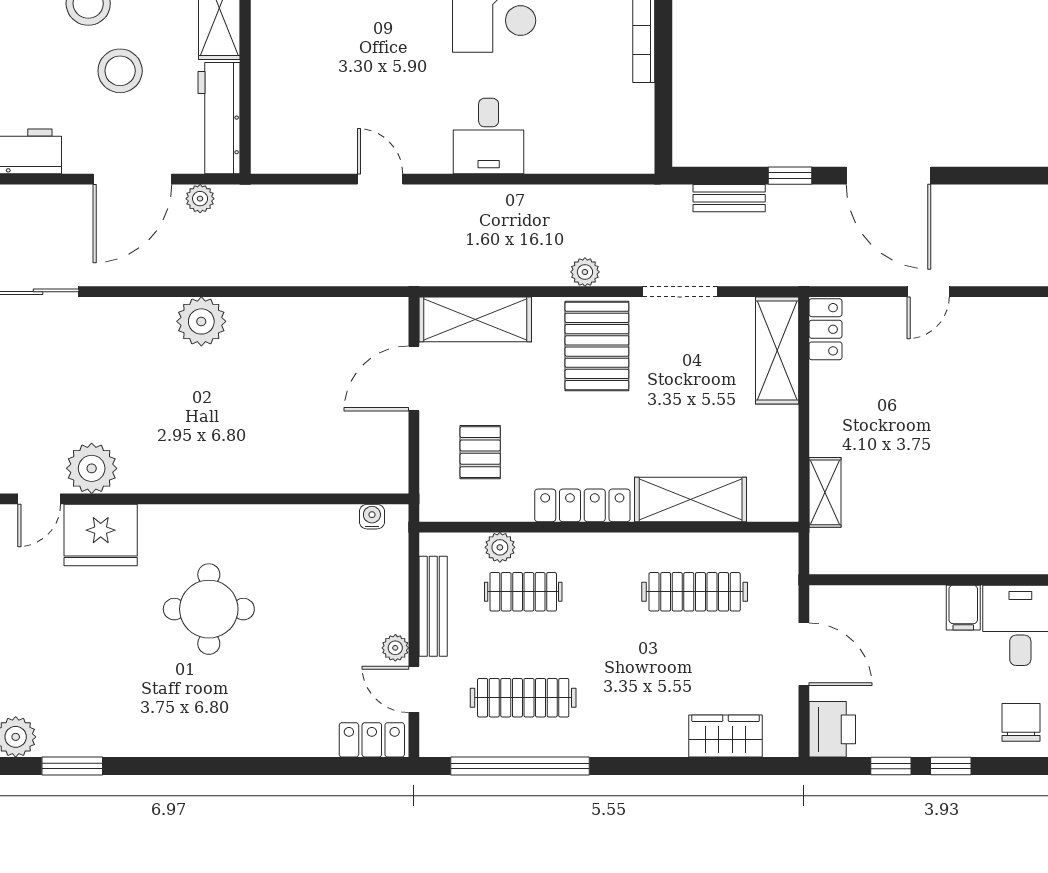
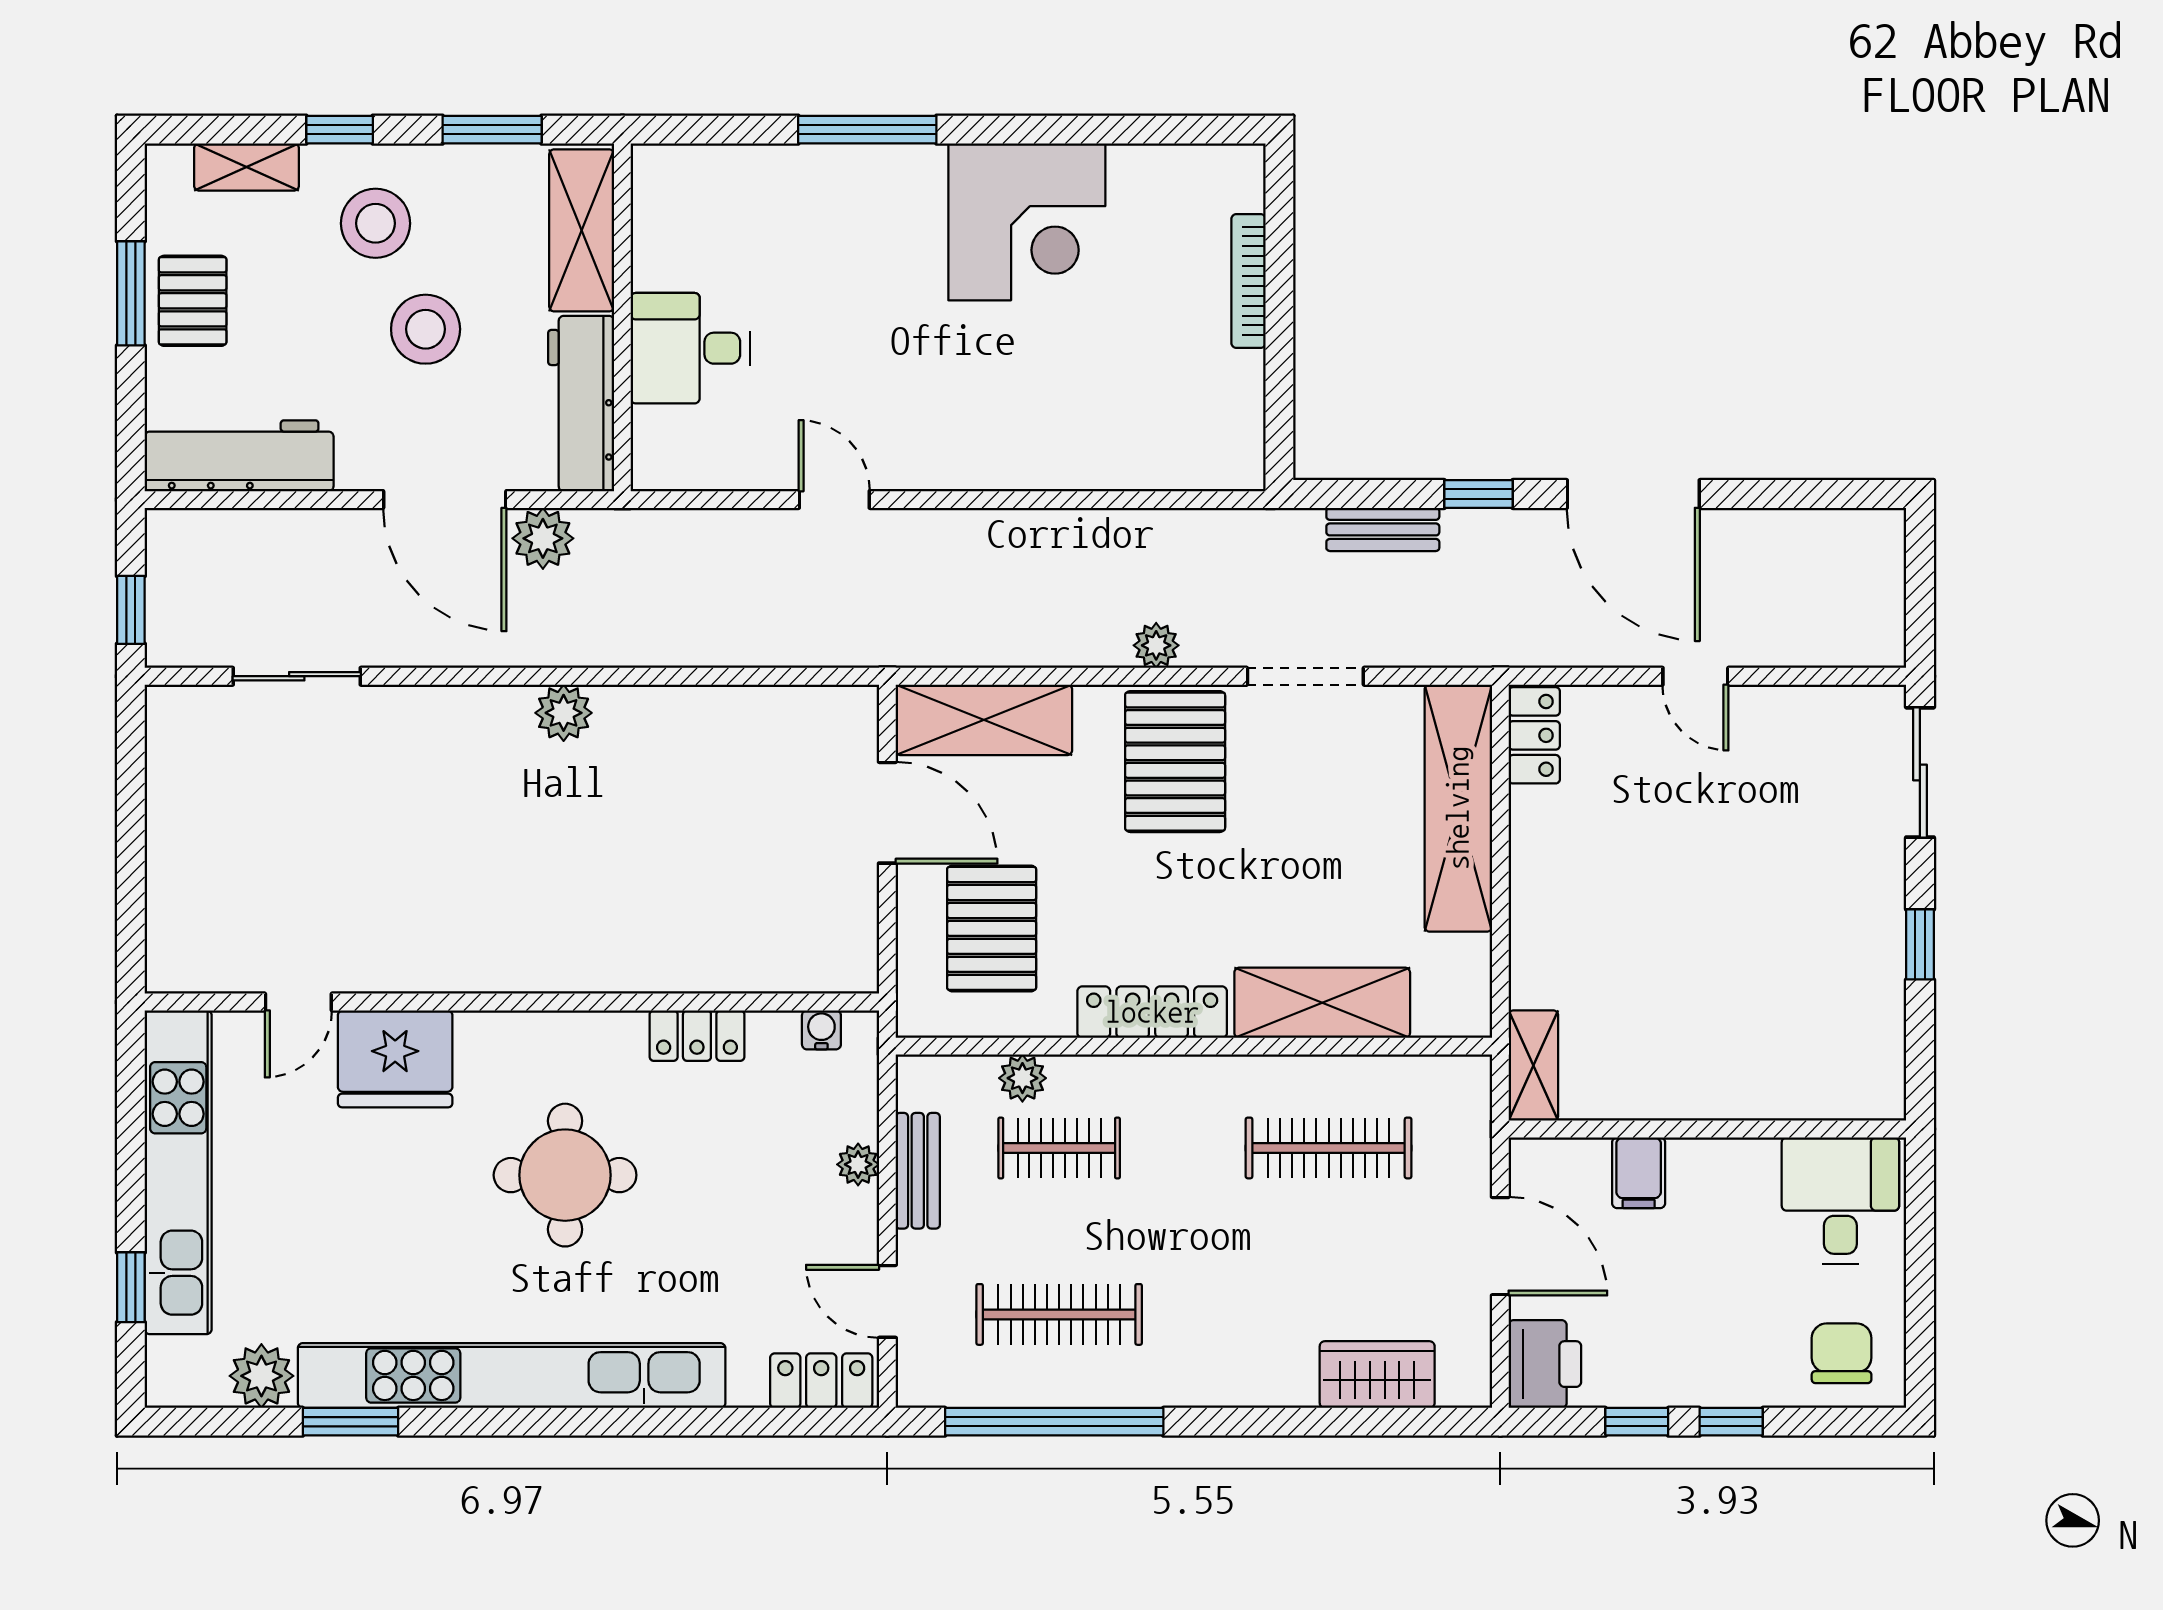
desk: (489, 136) -> (690, 348), moved, turned 90
door: (132, 179) -> (445, 500), hinge flipped
plant: (200, 199) -> (543, 538), width x1.38, depth x1.38
door: (928, 292) -> (1695, 676), hinge flipped
plant: (201, 321) -> (564, 713), width x0.73, depth x0.73
shelving: (777, 351) -> (1458, 808), width x1.47
door: (414, 378) -> (887, 813), swing flipped
pallet: (480, 452) -> (992, 928), width x1.50, depth x1.42
plant: (92, 468) -> (381, 954), removed
shelving: (825, 492) -> (1533, 1066), moved
locker: (293, 520) -> (697, 1036), added
bench: (433, 606) -> (918, 1171), width x0.73
filing cabinet: (963, 608) -> (1639, 1173), moved
plant: (395, 648) -> (858, 1164), moved
kitchen unit: (175, 737) -> (512, 1375), added

